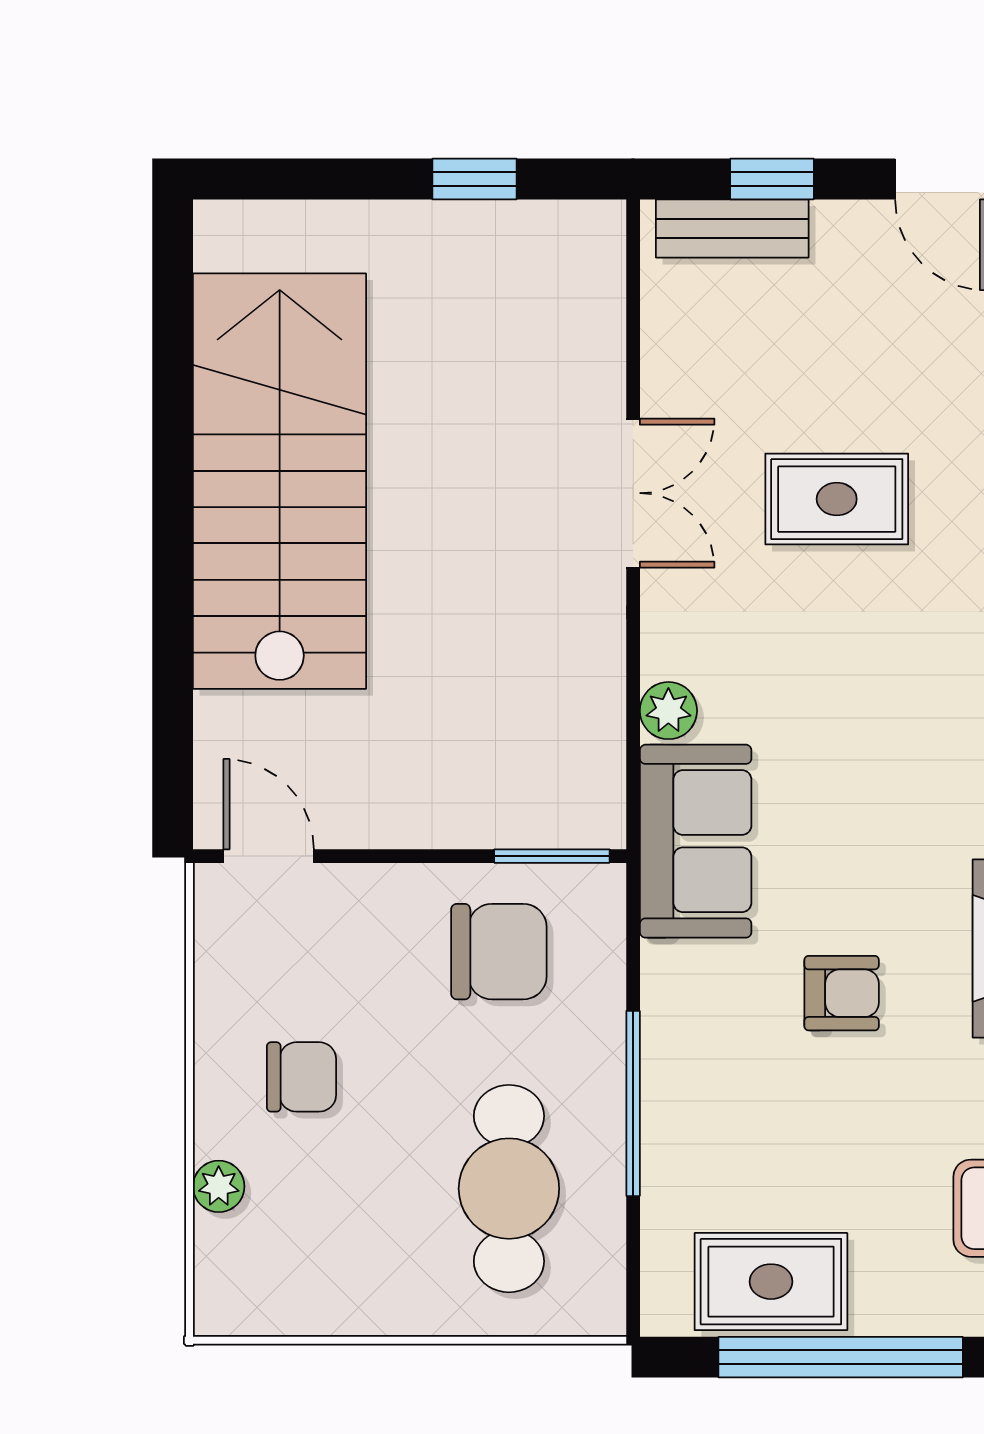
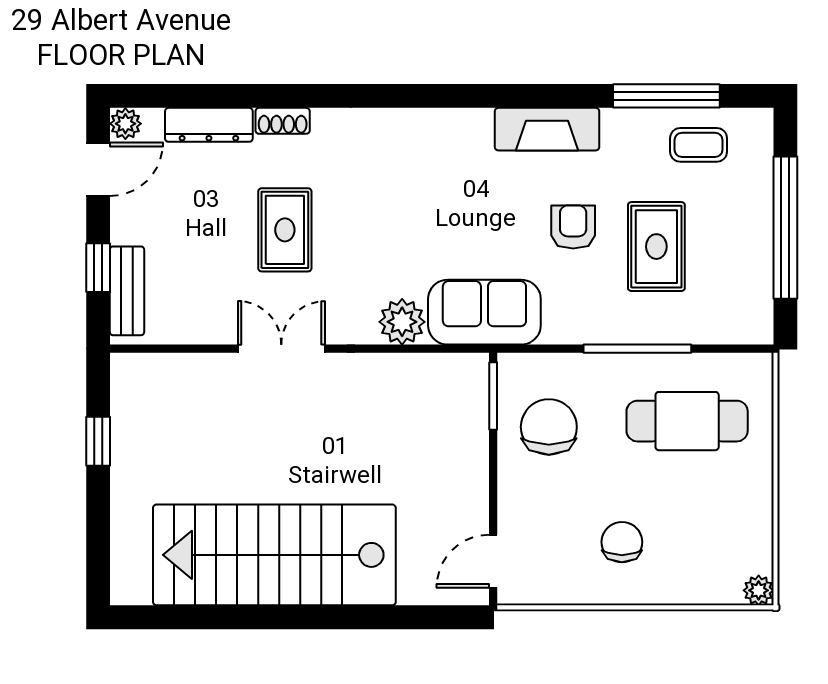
plant: (668, 711) -> (402, 322), width x1.38, depth x1.38
plant: (219, 1186) -> (759, 590), moved
rug: (771, 1282) -> (656, 247), moved

